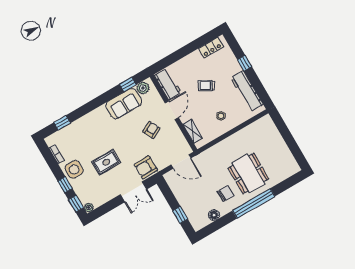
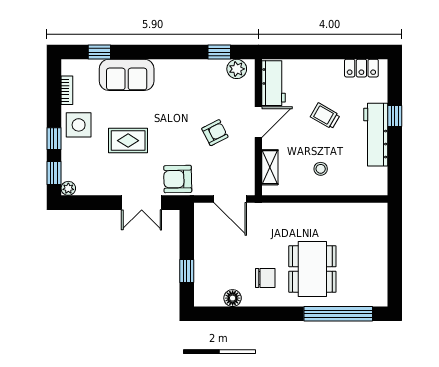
workbench: (247, 91) -> (376, 135), moved
sofa: (124, 104) -> (127, 75), moved
window: (254, 203) -> (338, 314), moved

